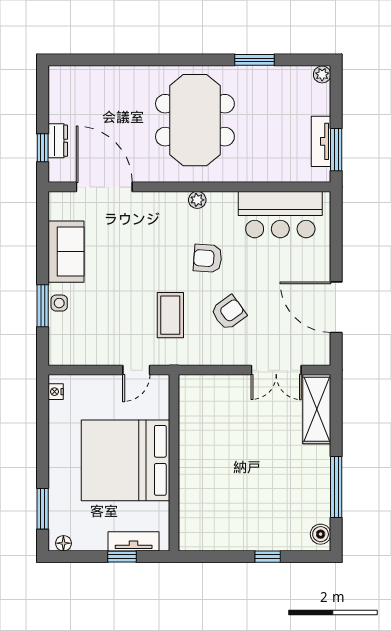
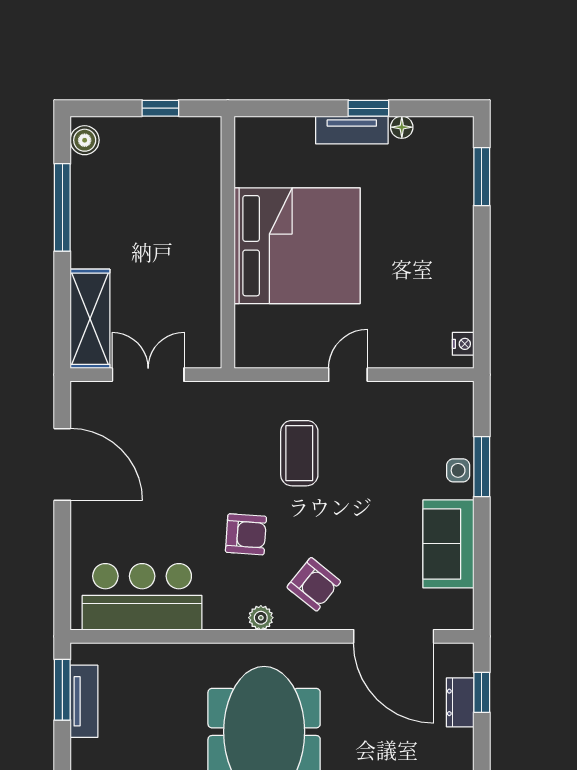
armchair: (229, 313) -> (314, 584), moved, turned -105
bed: (126, 460) -> (297, 246), moved
wall: (174, 463) -> (228, 242), moved
floor lamp: (63, 543) -> (402, 127), moved

